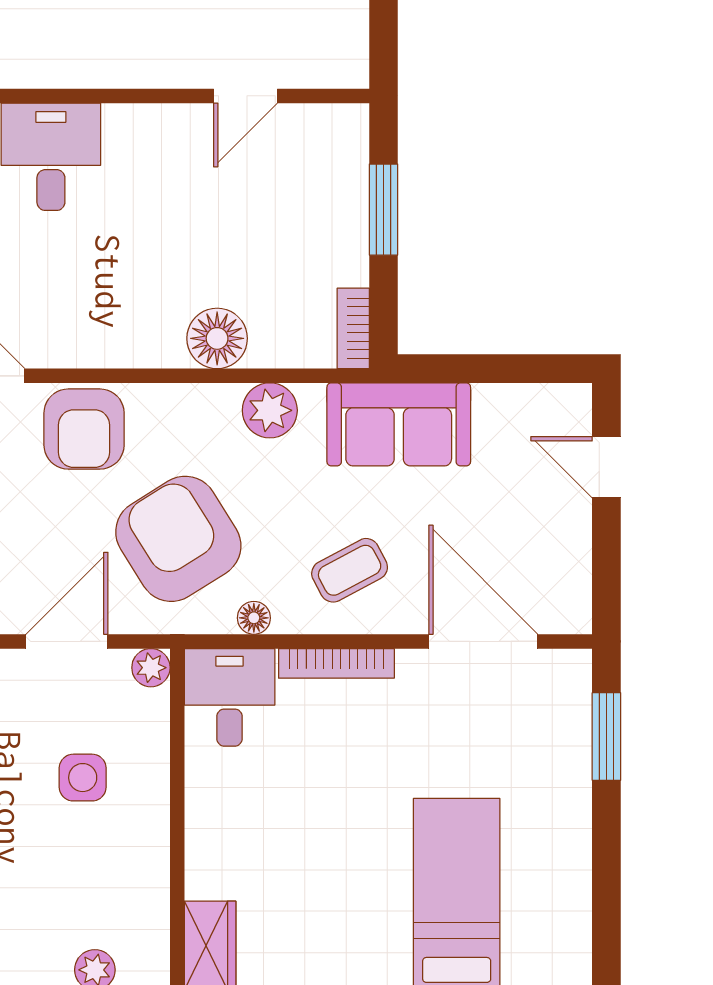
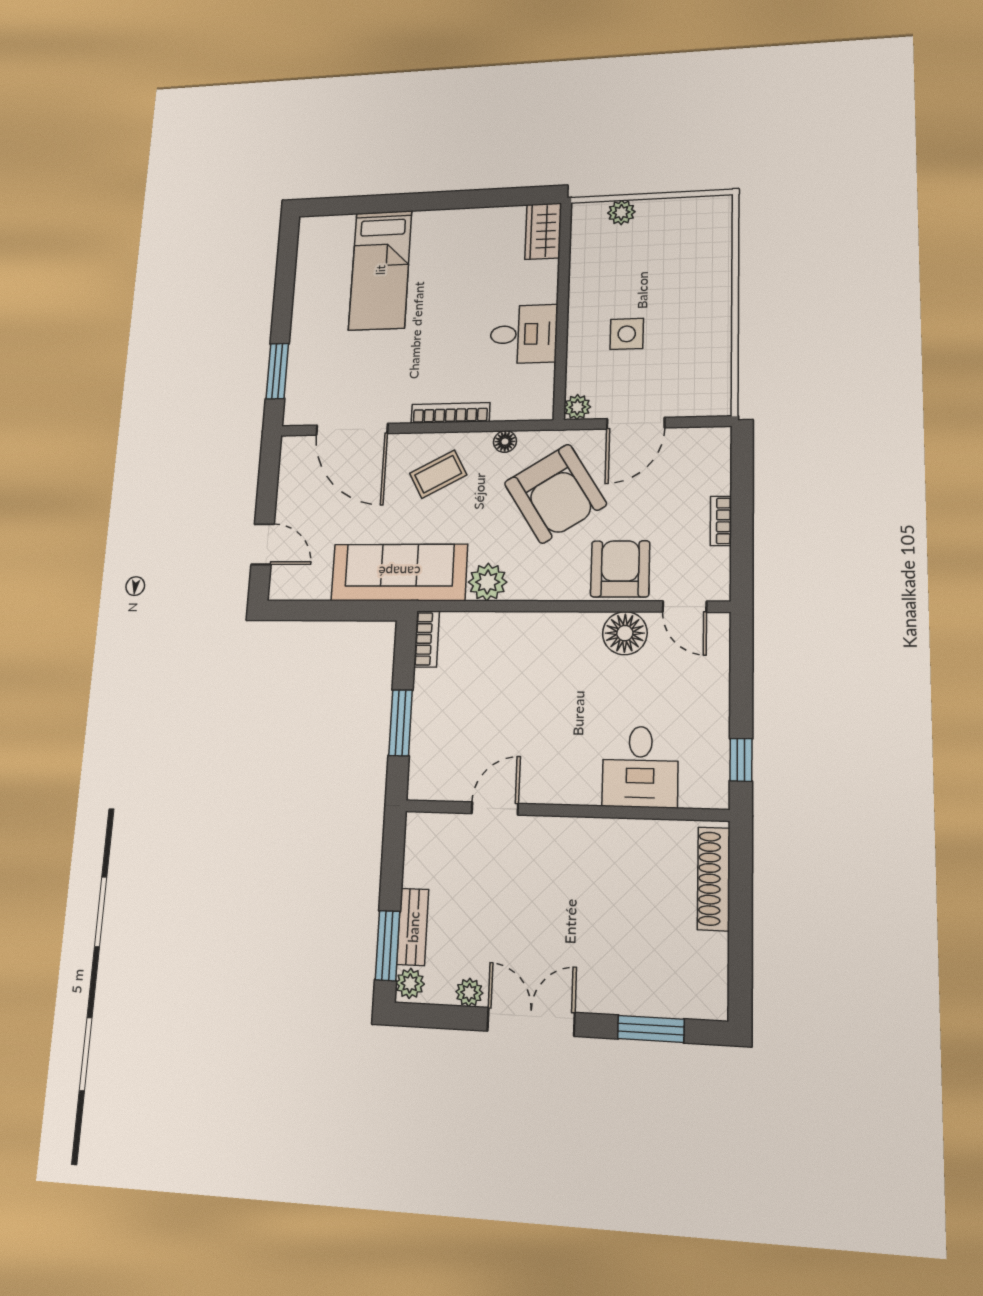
floor lamp: (217, 338) -> (625, 633), moved
sofa: (399, 424) -> (399, 572), width x1.36
desk: (230, 697) -> (524, 334), moved, turned -90

